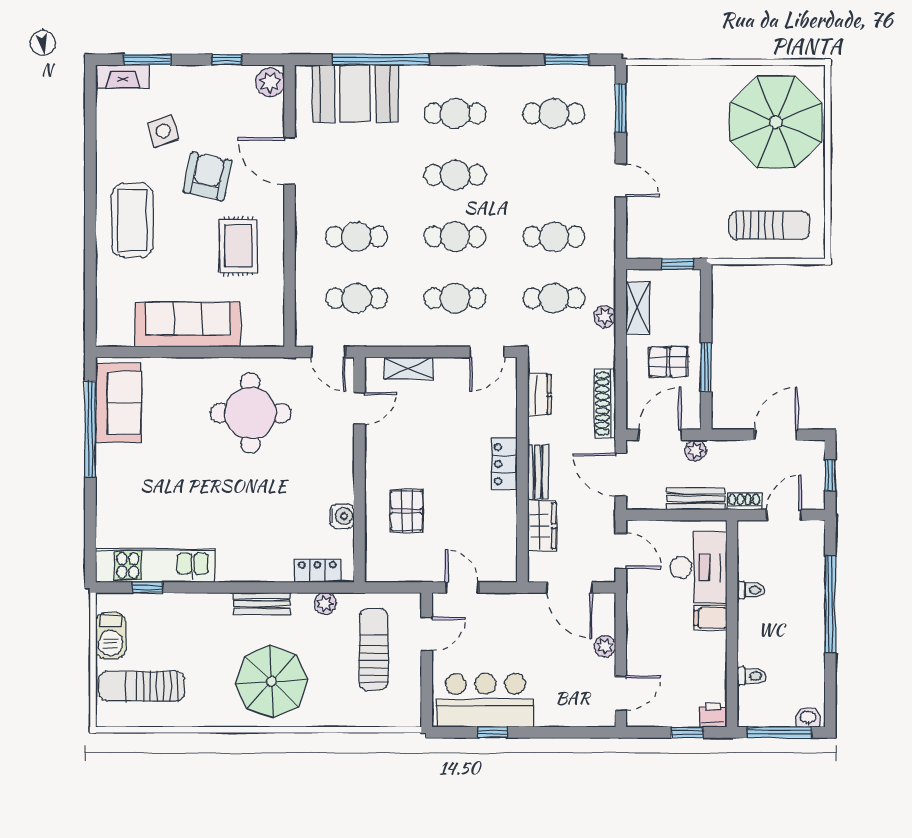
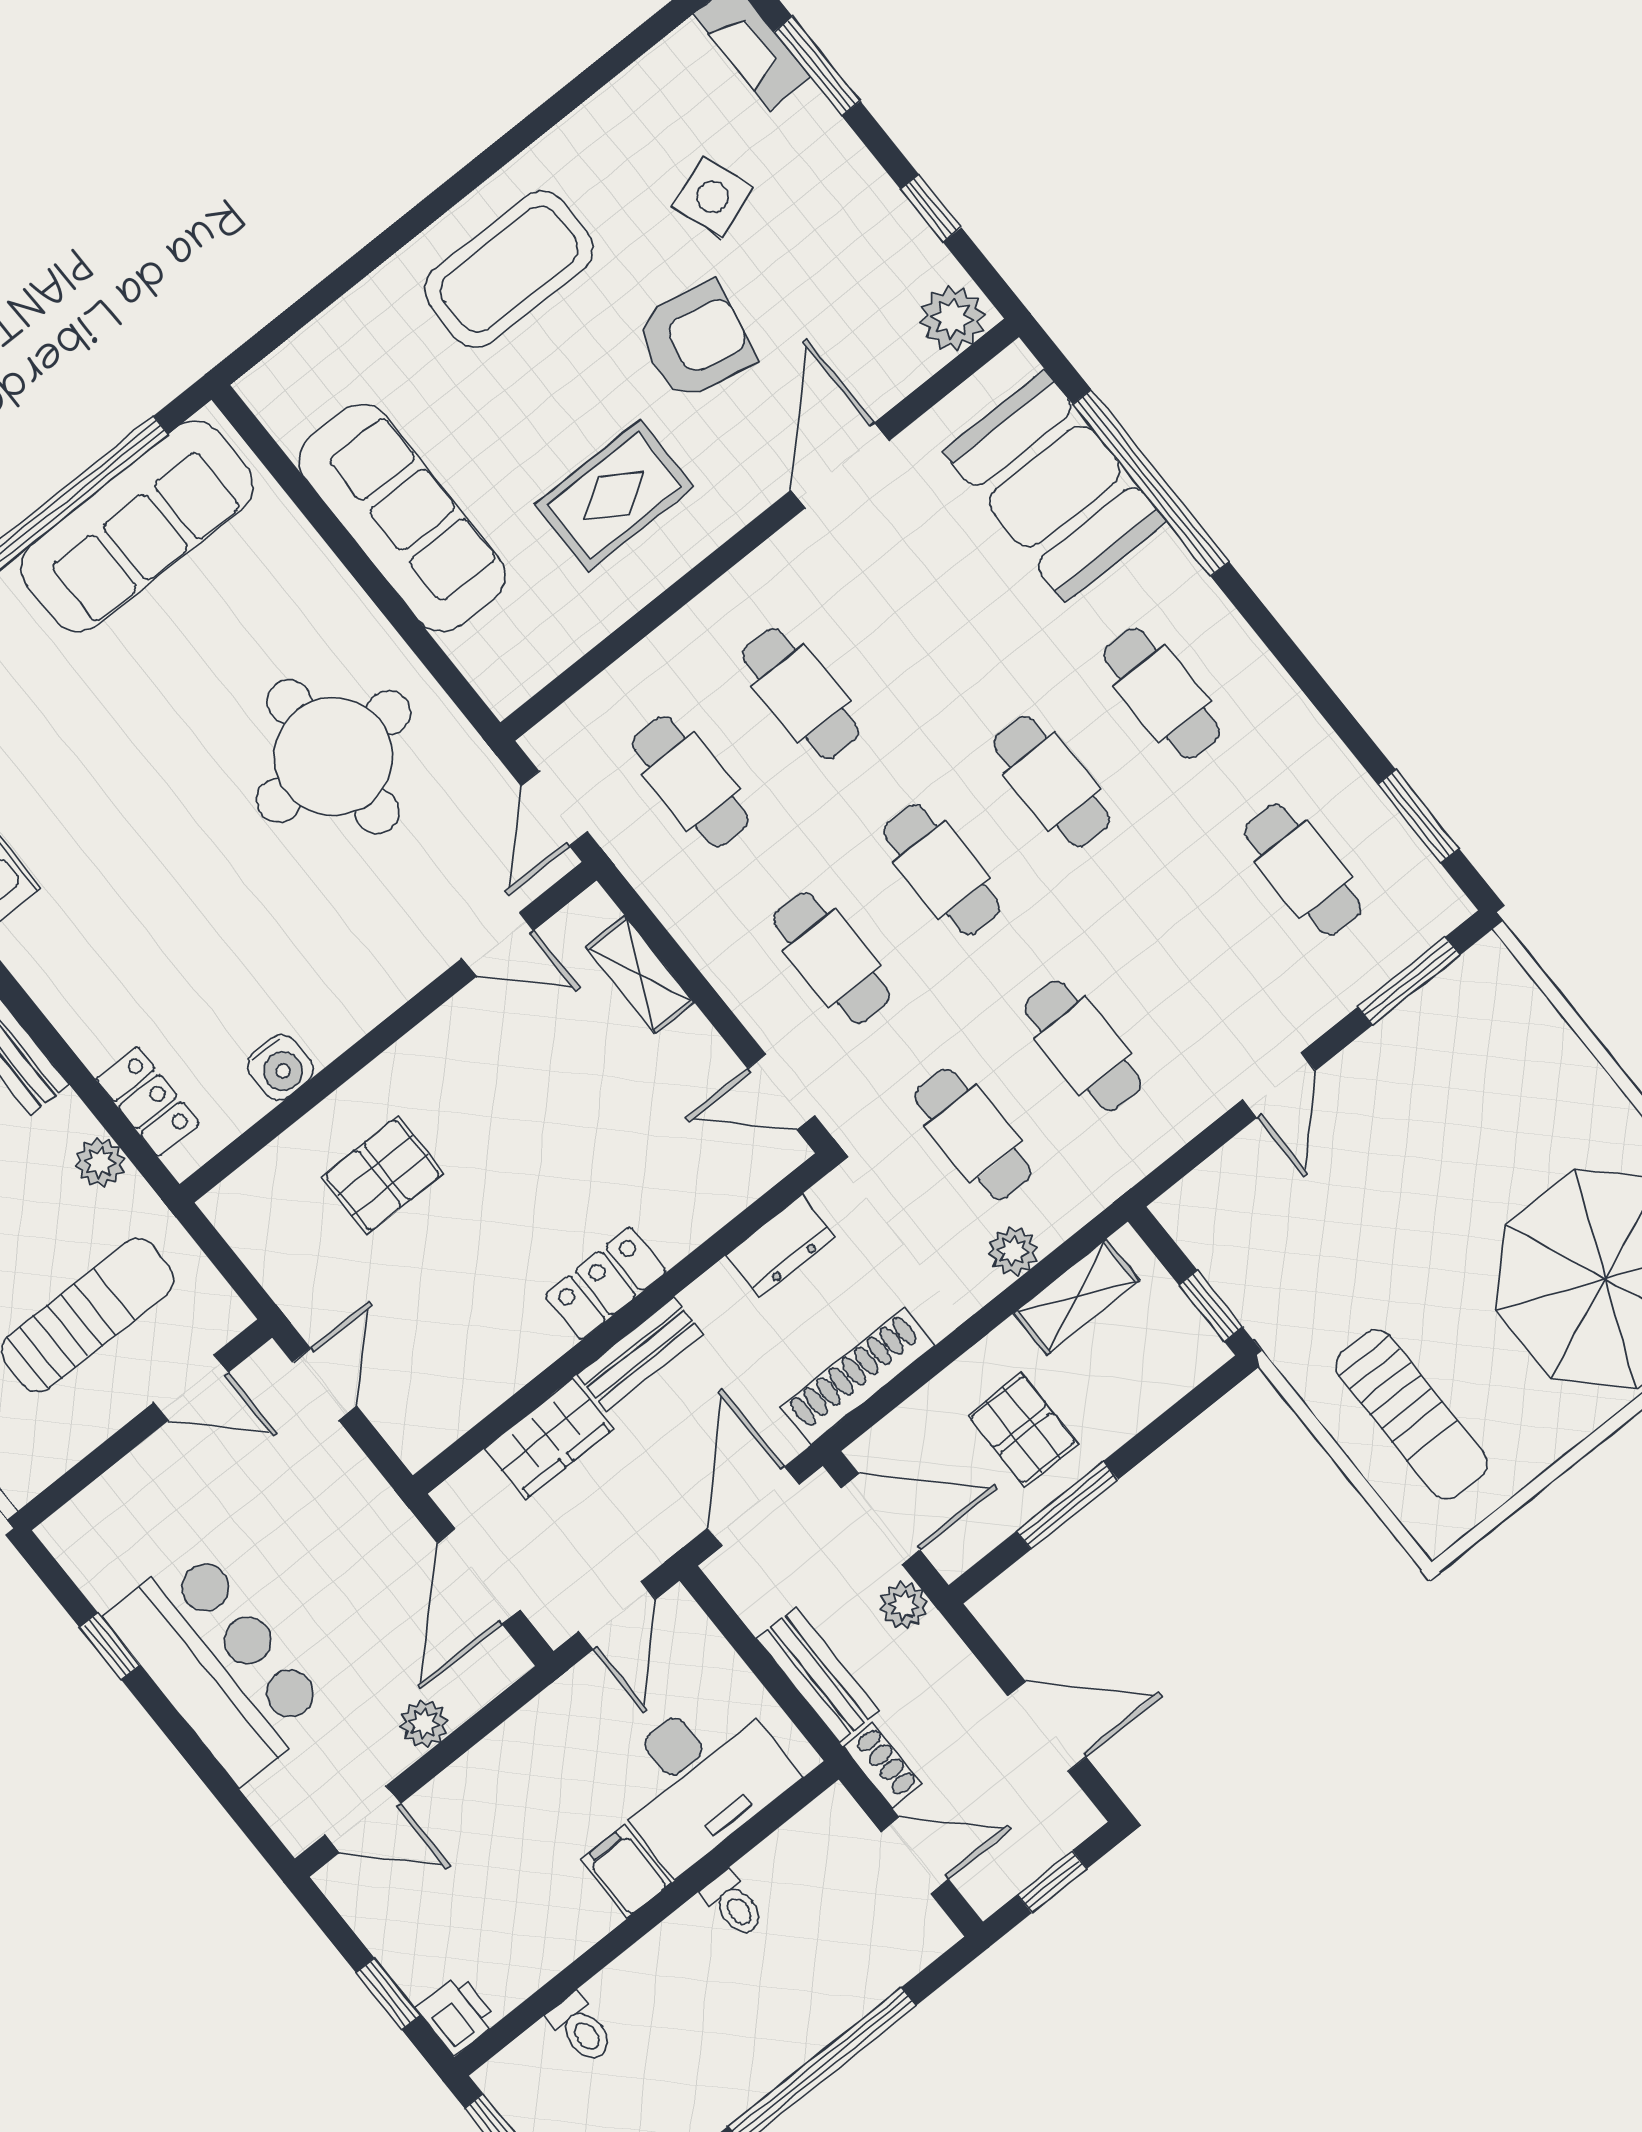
sofa: (118, 403) -> (137, 526), width x1.36
bar counter: (485, 700) -> (218, 1664), moved

